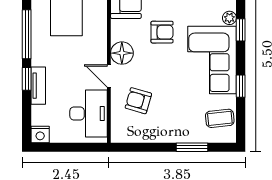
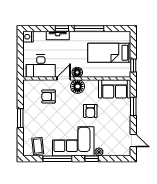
floor lamp: (99, 54) -> (77, 72), added
window: (241, 86) -> (57, 159), width x2.17
armchair: (138, 101) -> (49, 96), turned -106
window: (192, 147) -> (20, 118), moved

